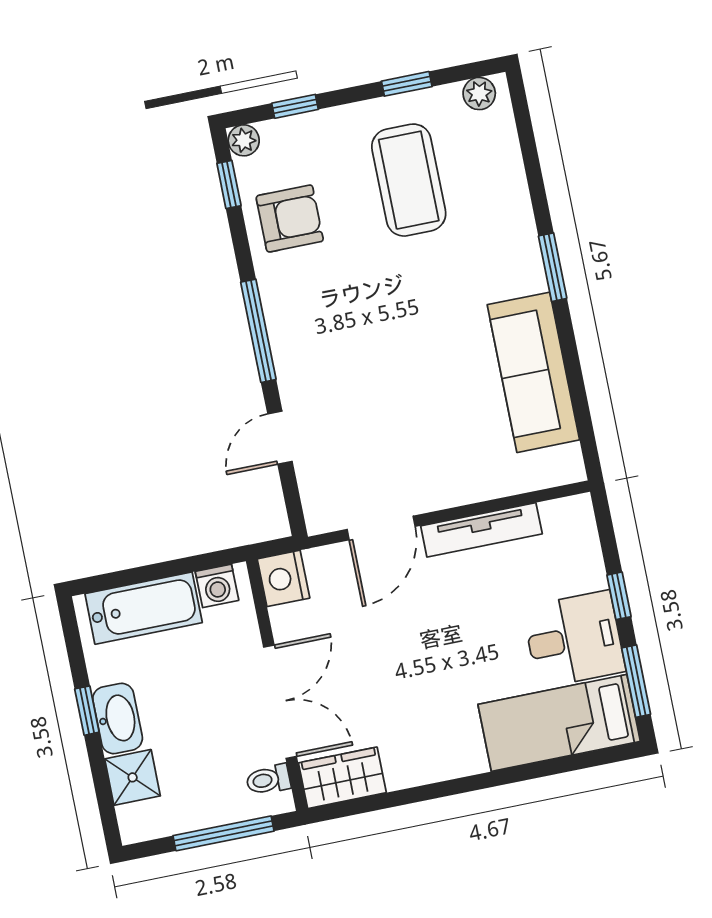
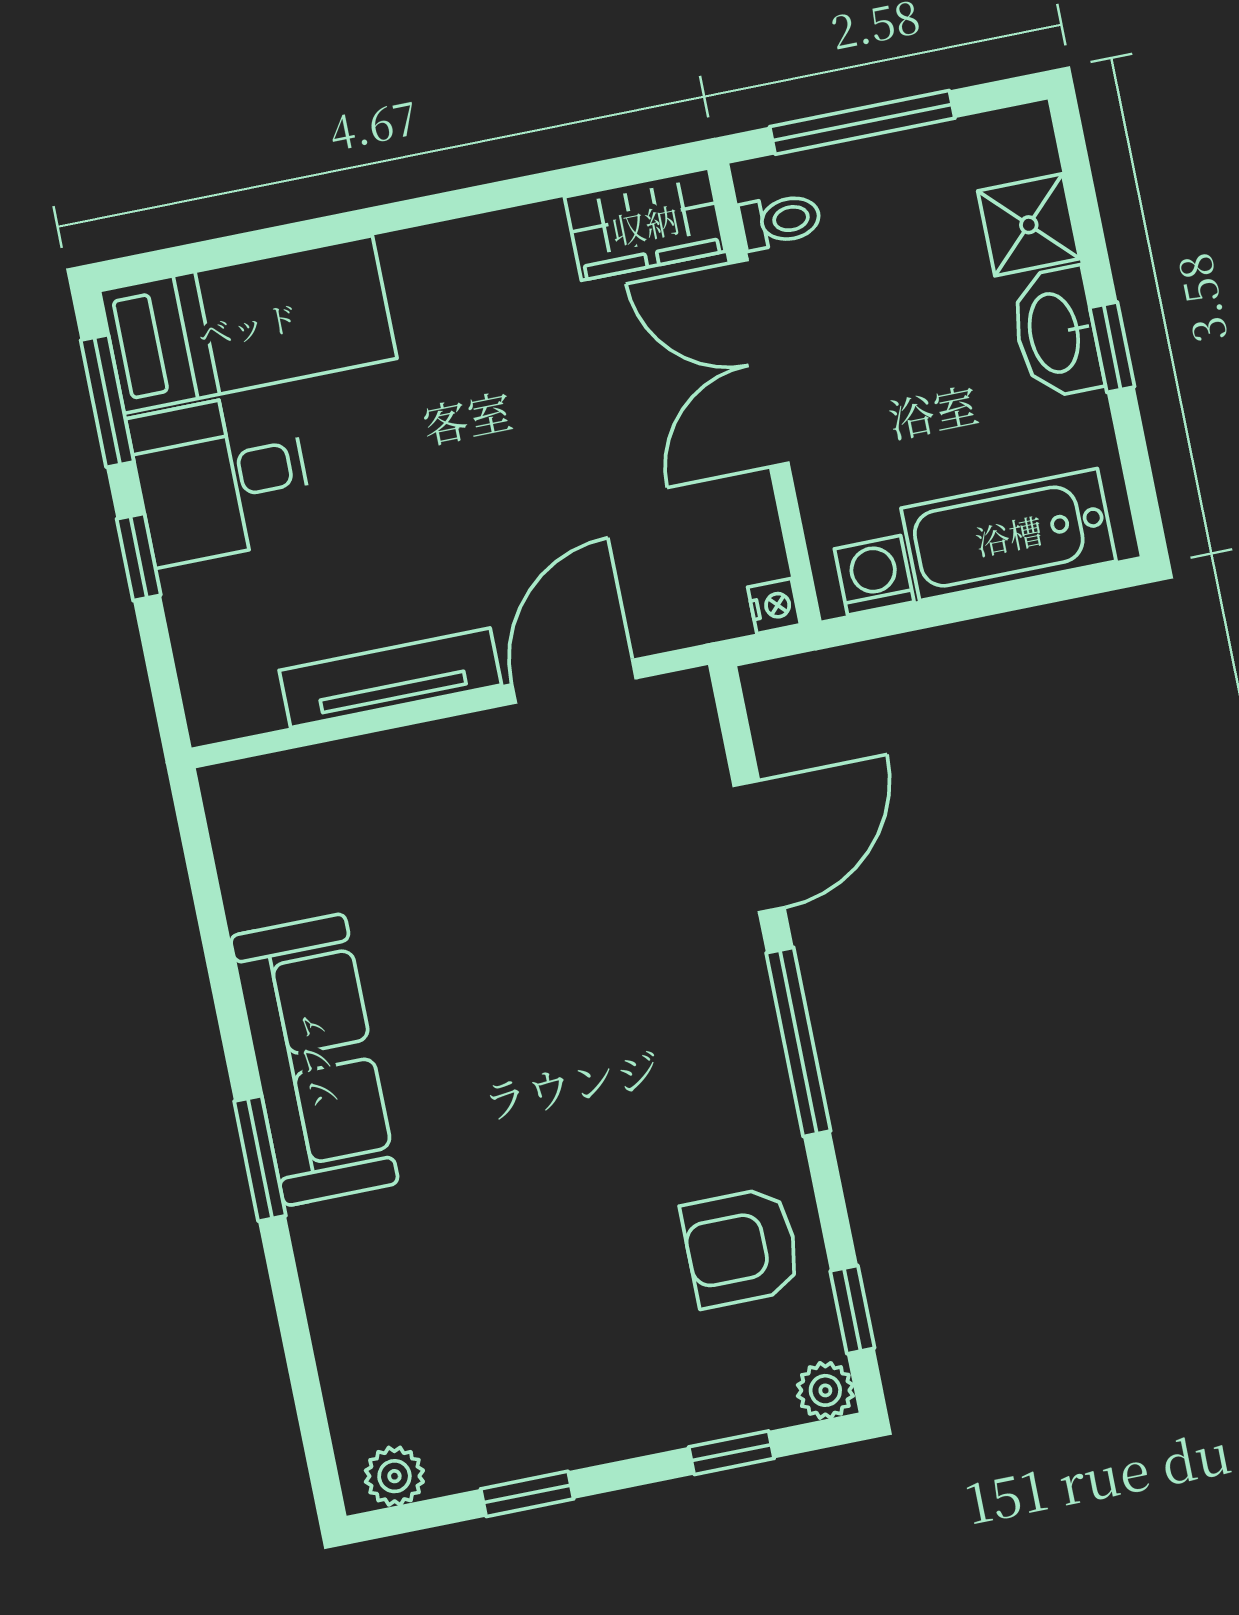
coffee table: (409, 180) -> (523, 1318), removed
sofa: (533, 372) -> (314, 1060), moved
door: (280, 438) -> (759, 847), width x1.37
nightstand: (283, 578) -> (774, 606), width x0.53, depth x0.56

